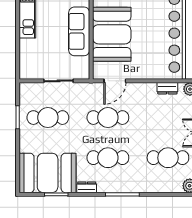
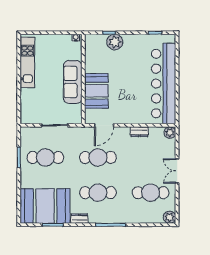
booth: (112, 34) -> (96, 91), width x0.73, depth x0.70
dresser: (167, 88) -> (139, 132), moved

